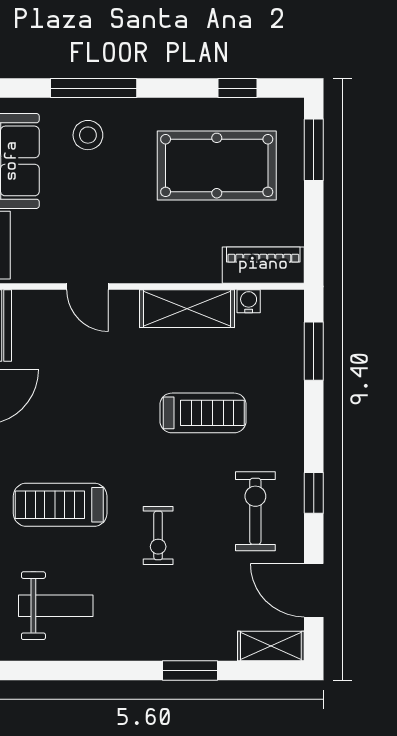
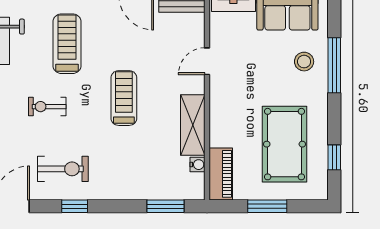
window: (314, 150) -> (267, 206), moved
treadmill: (203, 413) -> (124, 98), moved, turned 180

